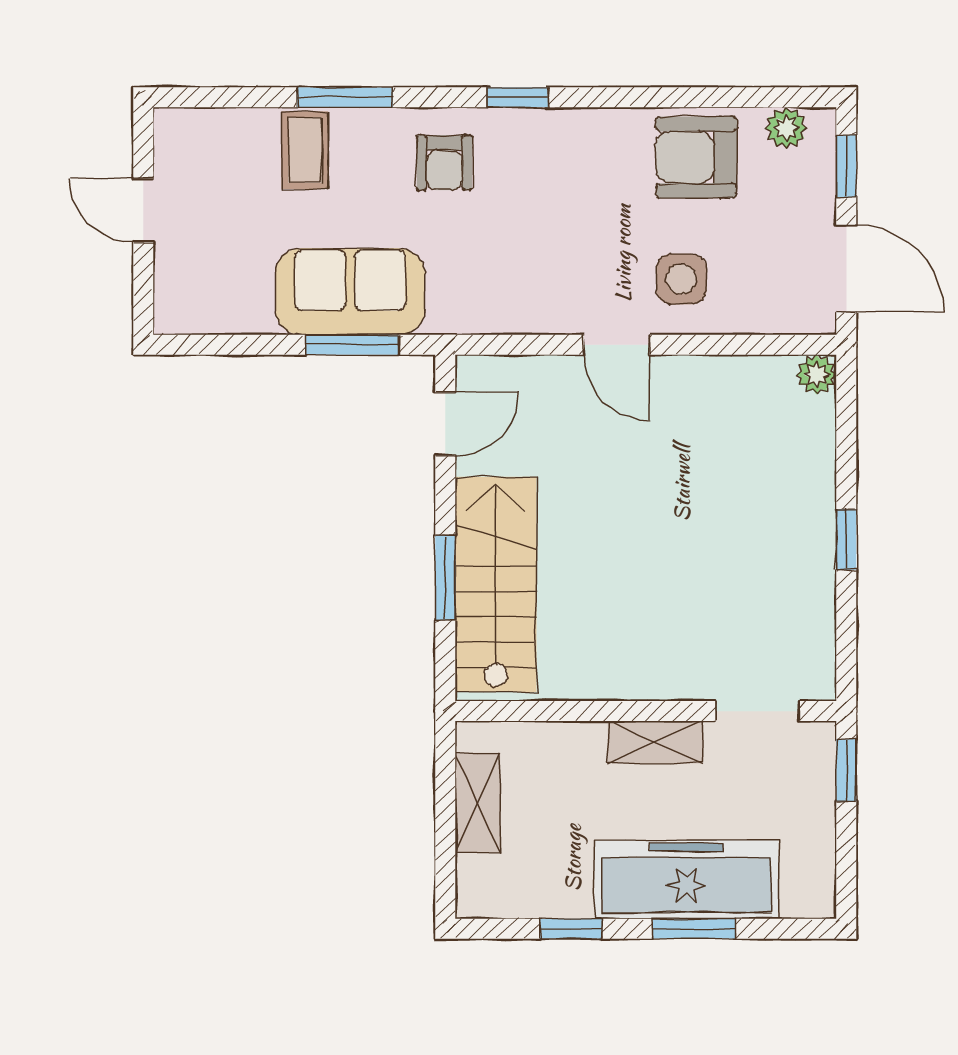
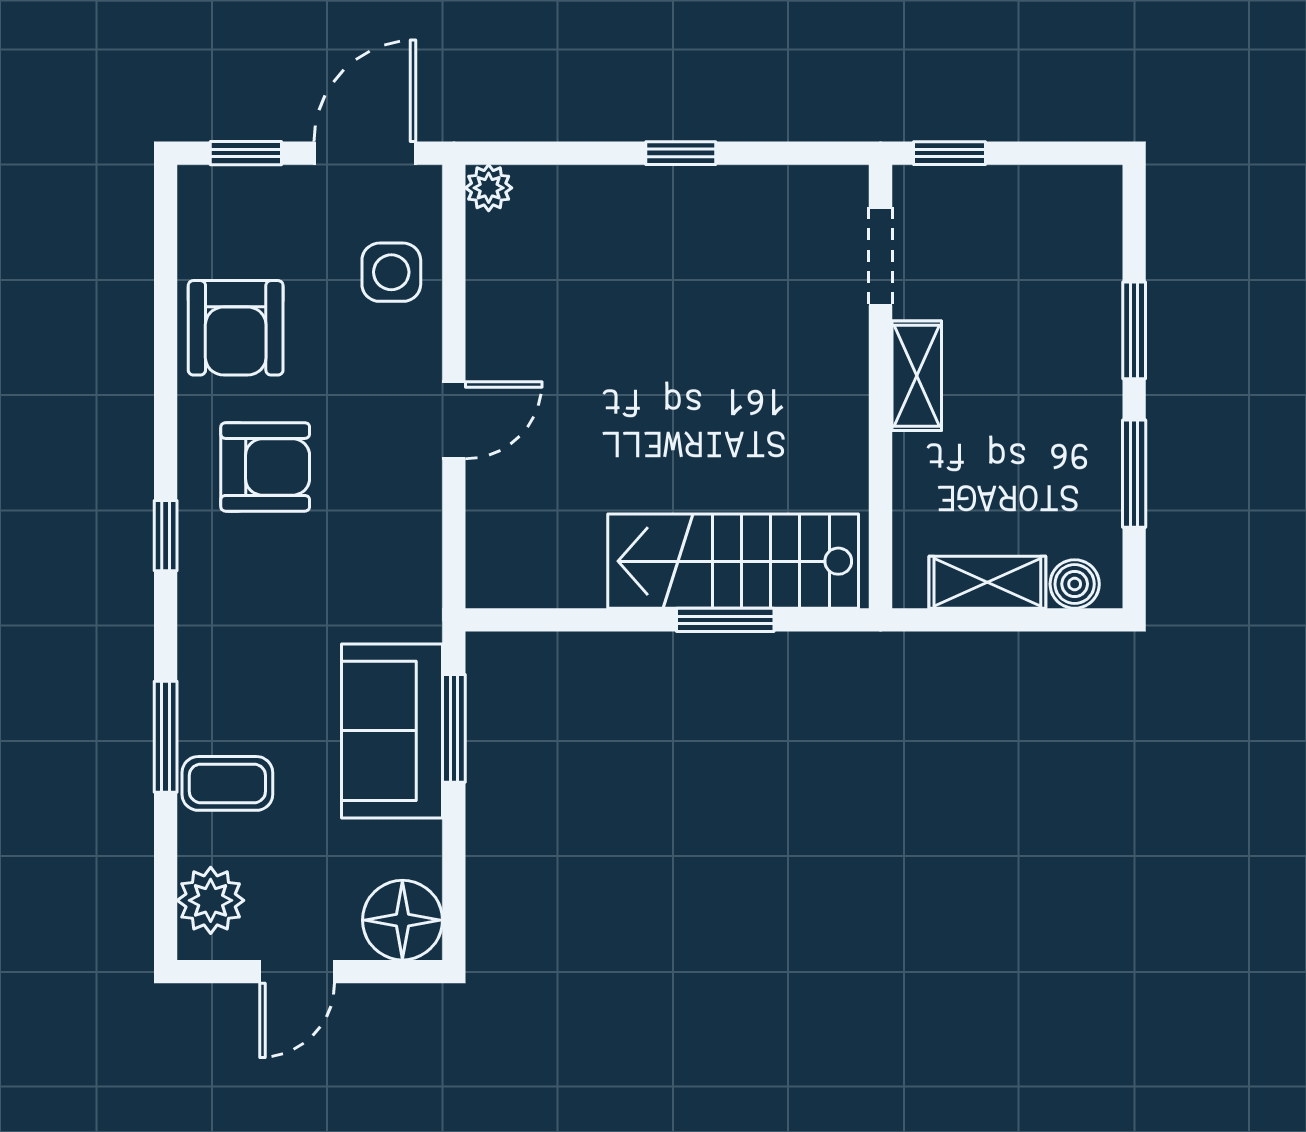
plant: (786, 128) -> (211, 900), moved, width x1.38, depth x1.38
armchair: (444, 163) -> (265, 467), moved, width x1.38, depth x1.38
side table: (681, 279) -> (391, 272), moved
floor lamp: (188, 301) -> (402, 920), added
door: (445, 424) -> (546, 620), removed
boiler: (476, 878) -> (1075, 584), added
freezer: (686, 879) -> (1077, 339), removed
window: (571, 929) -> (1134, 474), width x1.50

